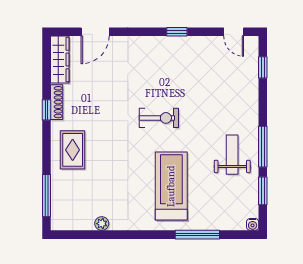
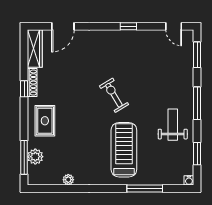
window: (263, 67) -> (197, 55), width x1.50
exercise bike: (159, 118) -> (114, 95), turned -121
window: (263, 147) -> (197, 103), moved
plant: (61, 195) -> (35, 157), added

